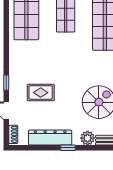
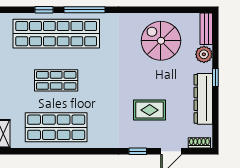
rug: (41, 93) -> (150, 110), turned 90

